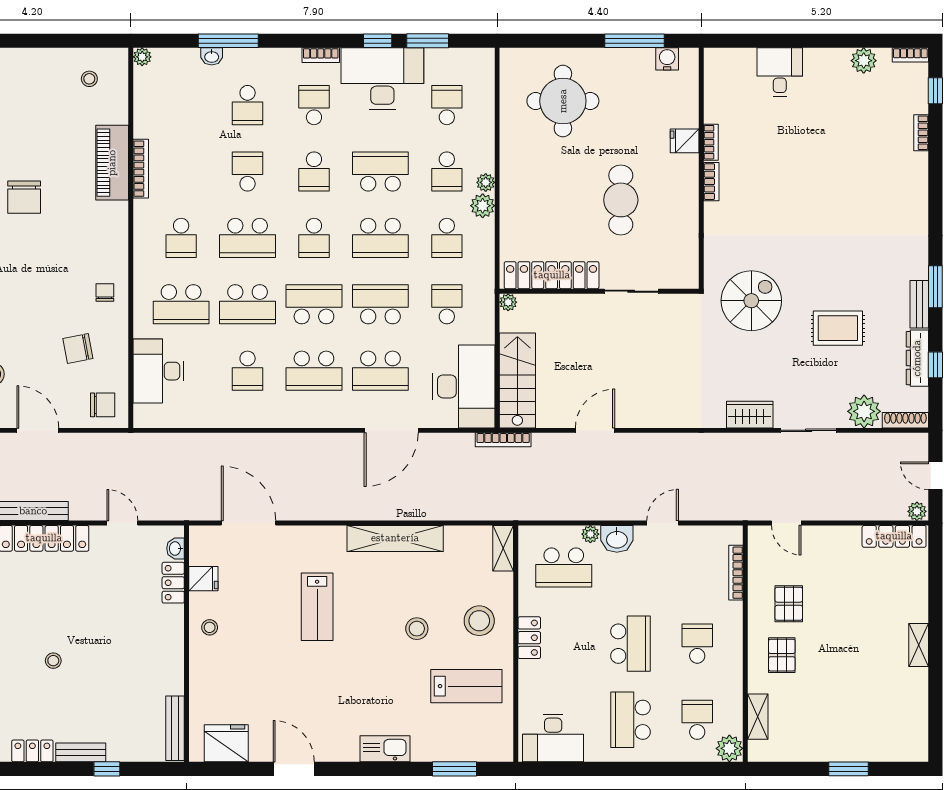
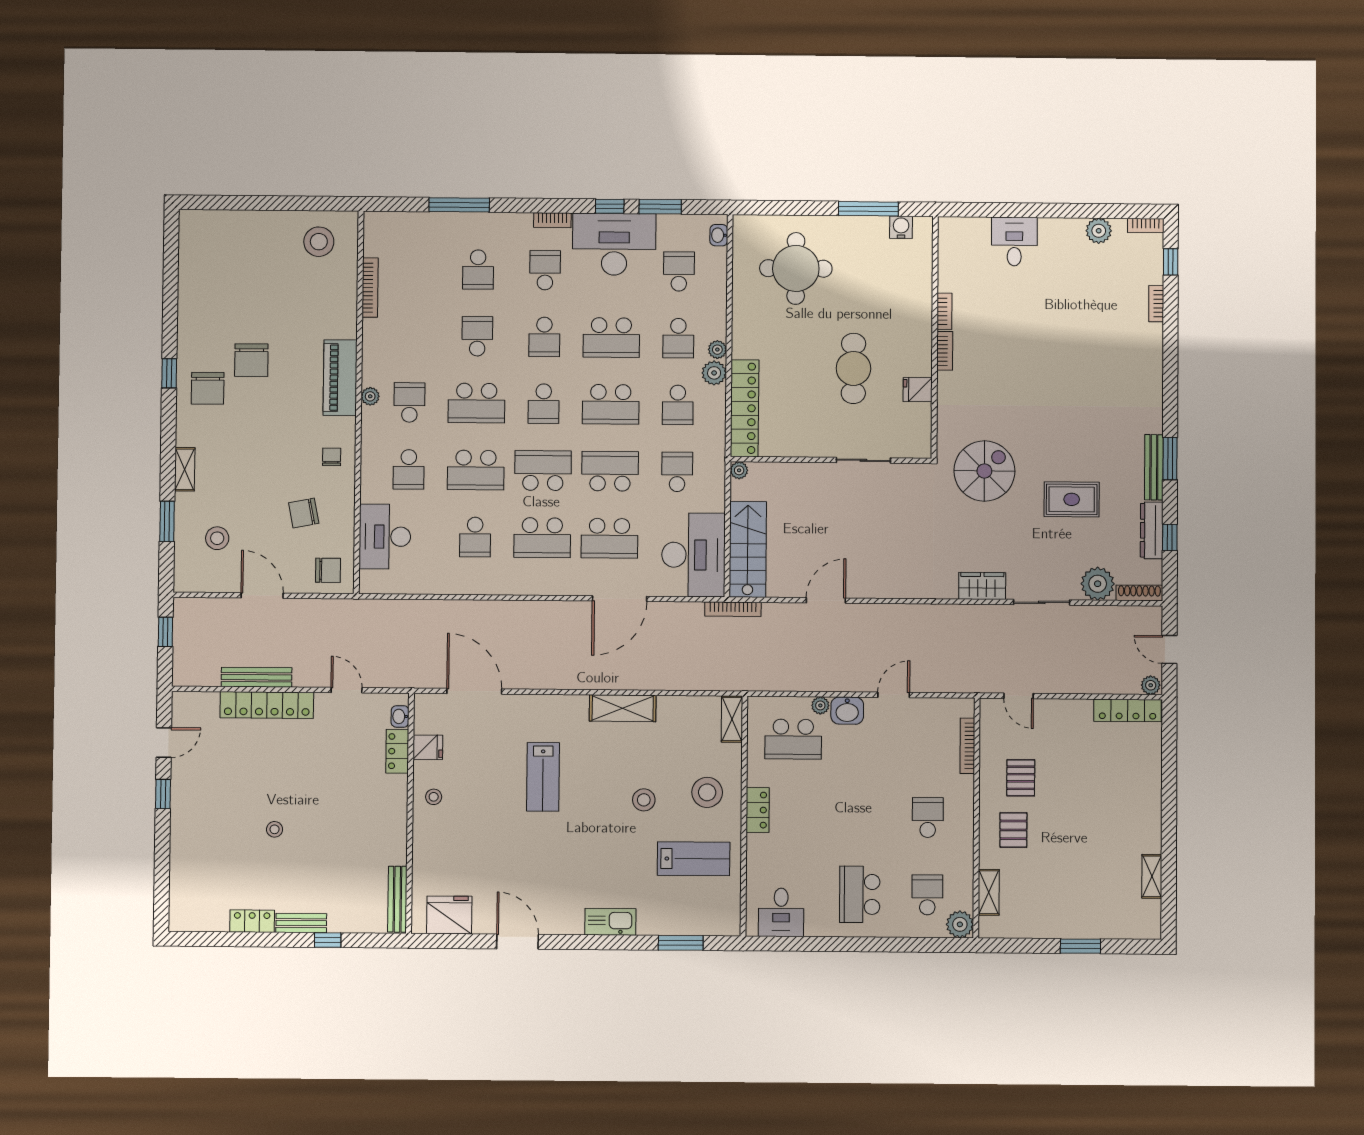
washbasin: (212, 56) -> (719, 235), moved, turned 90
plant: (142, 57) -> (370, 396), moved
stool: (89, 79) -> (319, 242), width x1.89, depth x1.89
fridge: (685, 141) -> (918, 390), moved
piano: (112, 163) -> (340, 378), moved
bookcase: (141, 169) -> (370, 288), moved
school desk: (380, 171) -> (611, 338), turned 180
school desk: (181, 238) -> (409, 402), turned 180
locker: (552, 275) -> (745, 408), moved, turned 90
school desk: (181, 304) -> (409, 469), width x0.54
bench: (919, 304) -> (1154, 467), width x1.36
shelving: (395, 538) -> (623, 708), width x0.68
school desk: (630, 644) -> (860, 817), removed
shelving: (919, 645) -> (1152, 876), moved
desk: (553, 738) -> (781, 912), width x0.73

